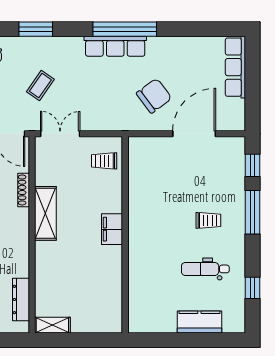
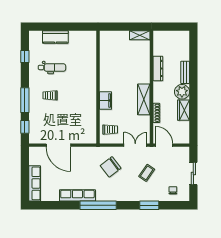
row of seats: (115, 46) -> (77, 195), moved
chair: (154, 96) -> (111, 167), moved
double door: (60, 134) -> (135, 145), swing flipped
door: (194, 134) -> (58, 145), hinge flipped
filing cabinet: (112, 229) -> (105, 101), moved
dresser: (21, 299) -> (158, 68), moved

